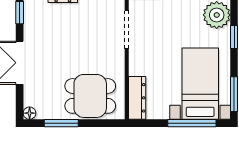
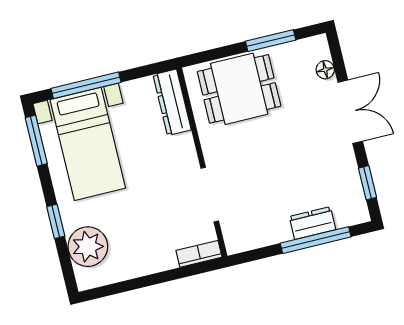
floor lamp: (30, 113) -> (325, 70), moved

